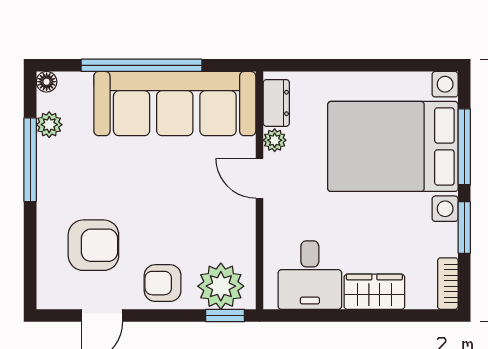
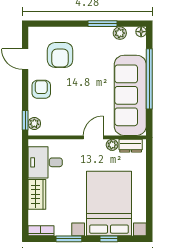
window: (464, 147) -> (109, 239), width x0.46
window: (30, 160) -> (102, 24), width x0.69
plant: (221, 286) -> (34, 124), width x0.53, depth x0.53

